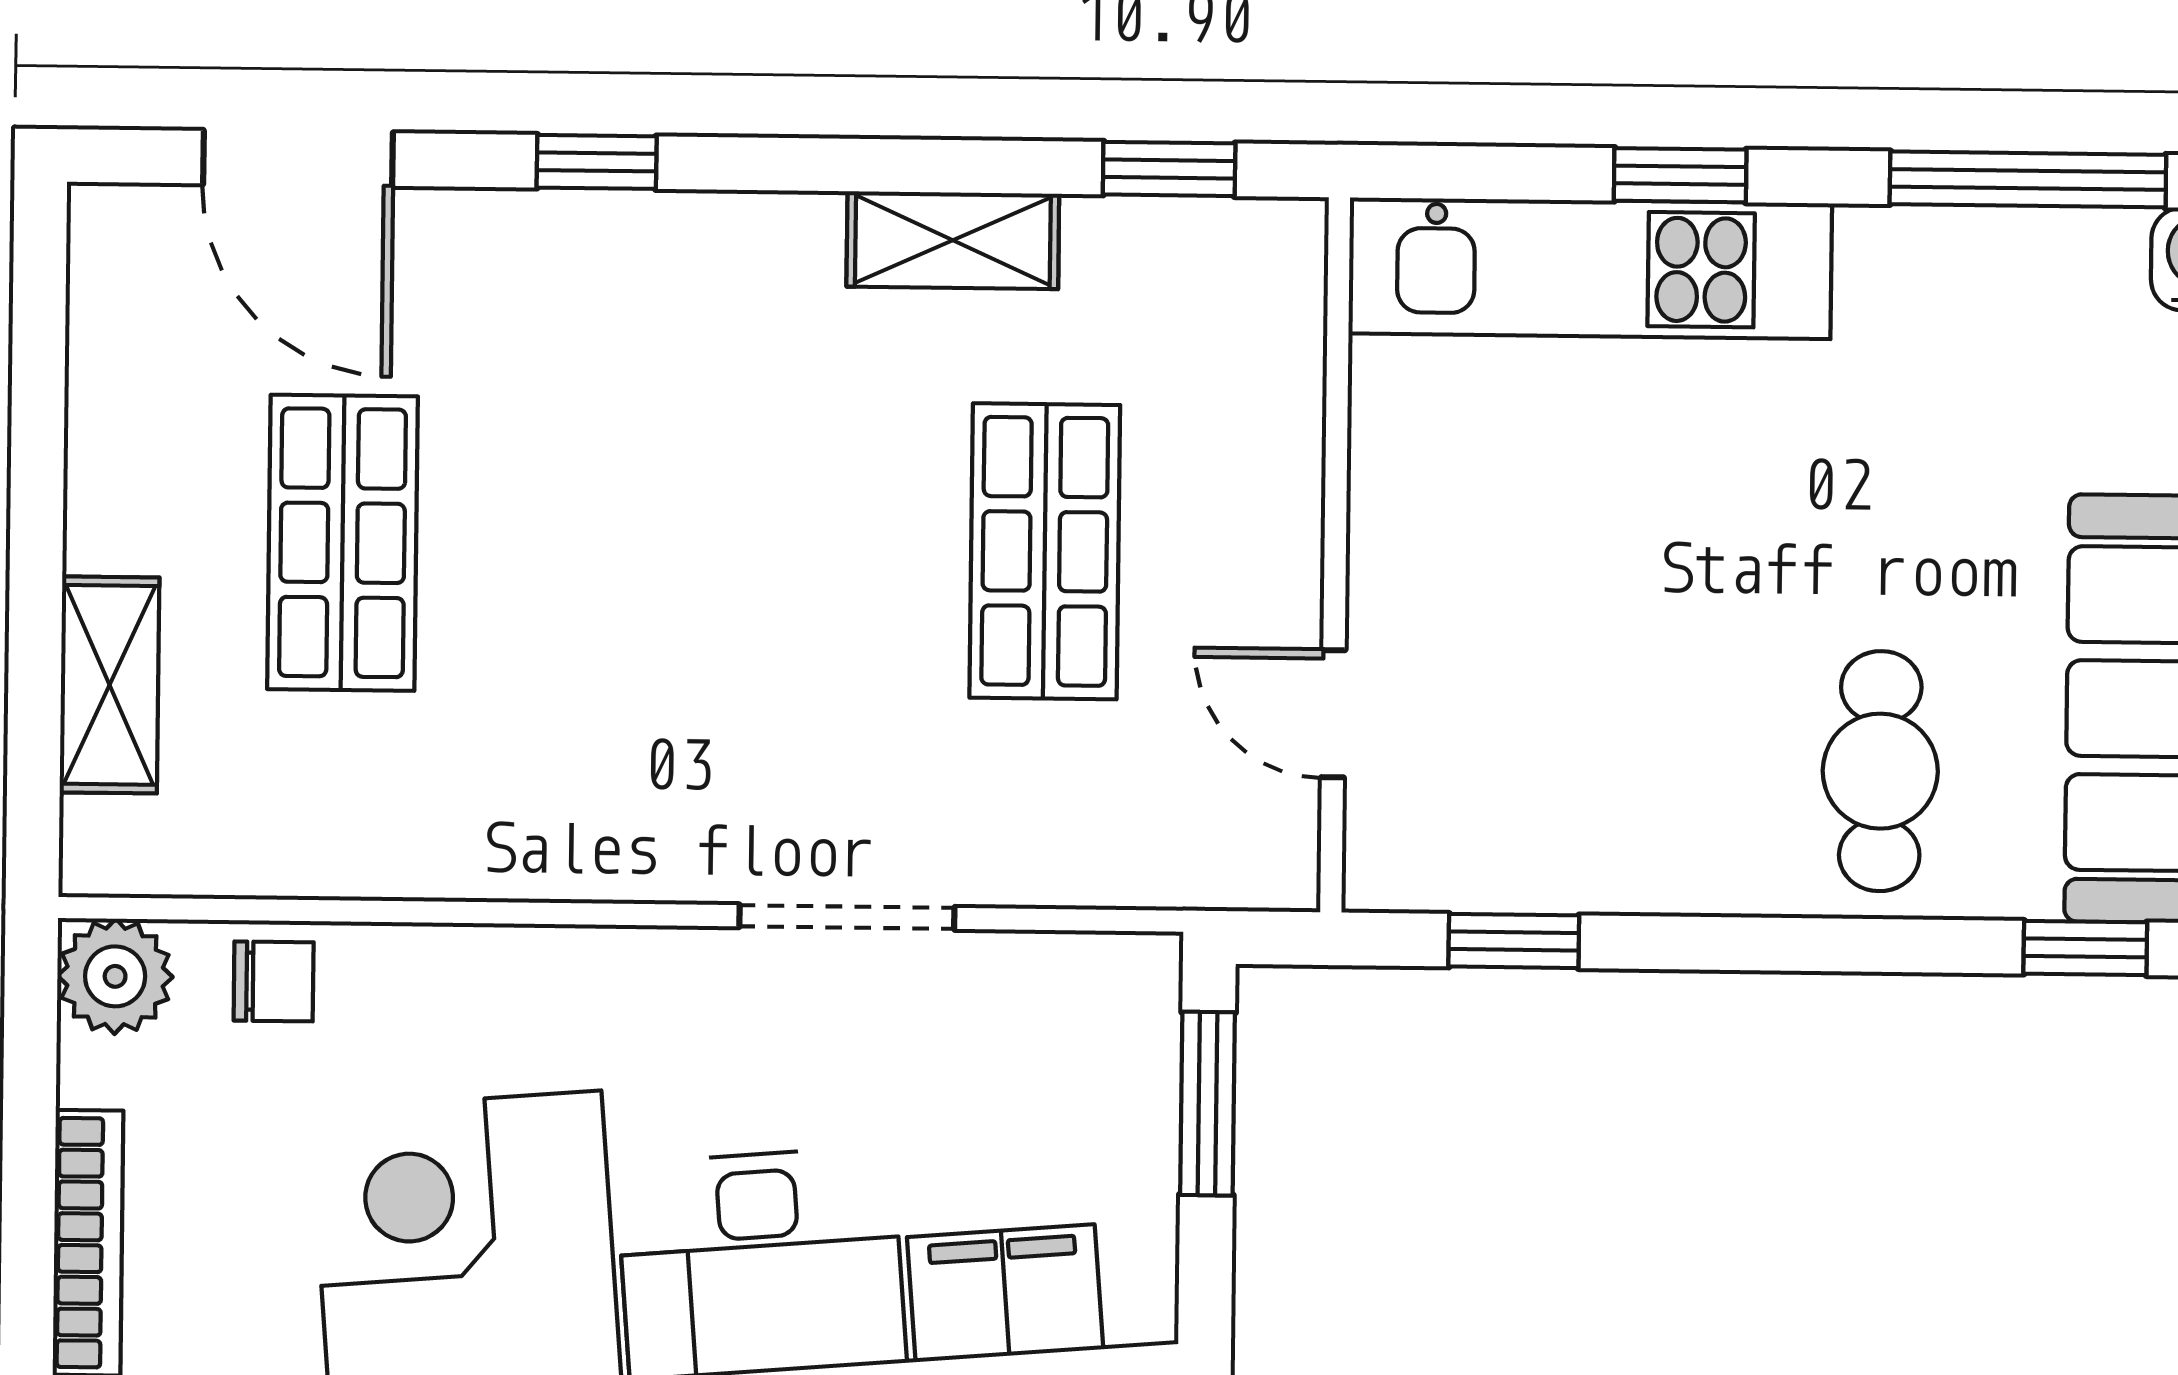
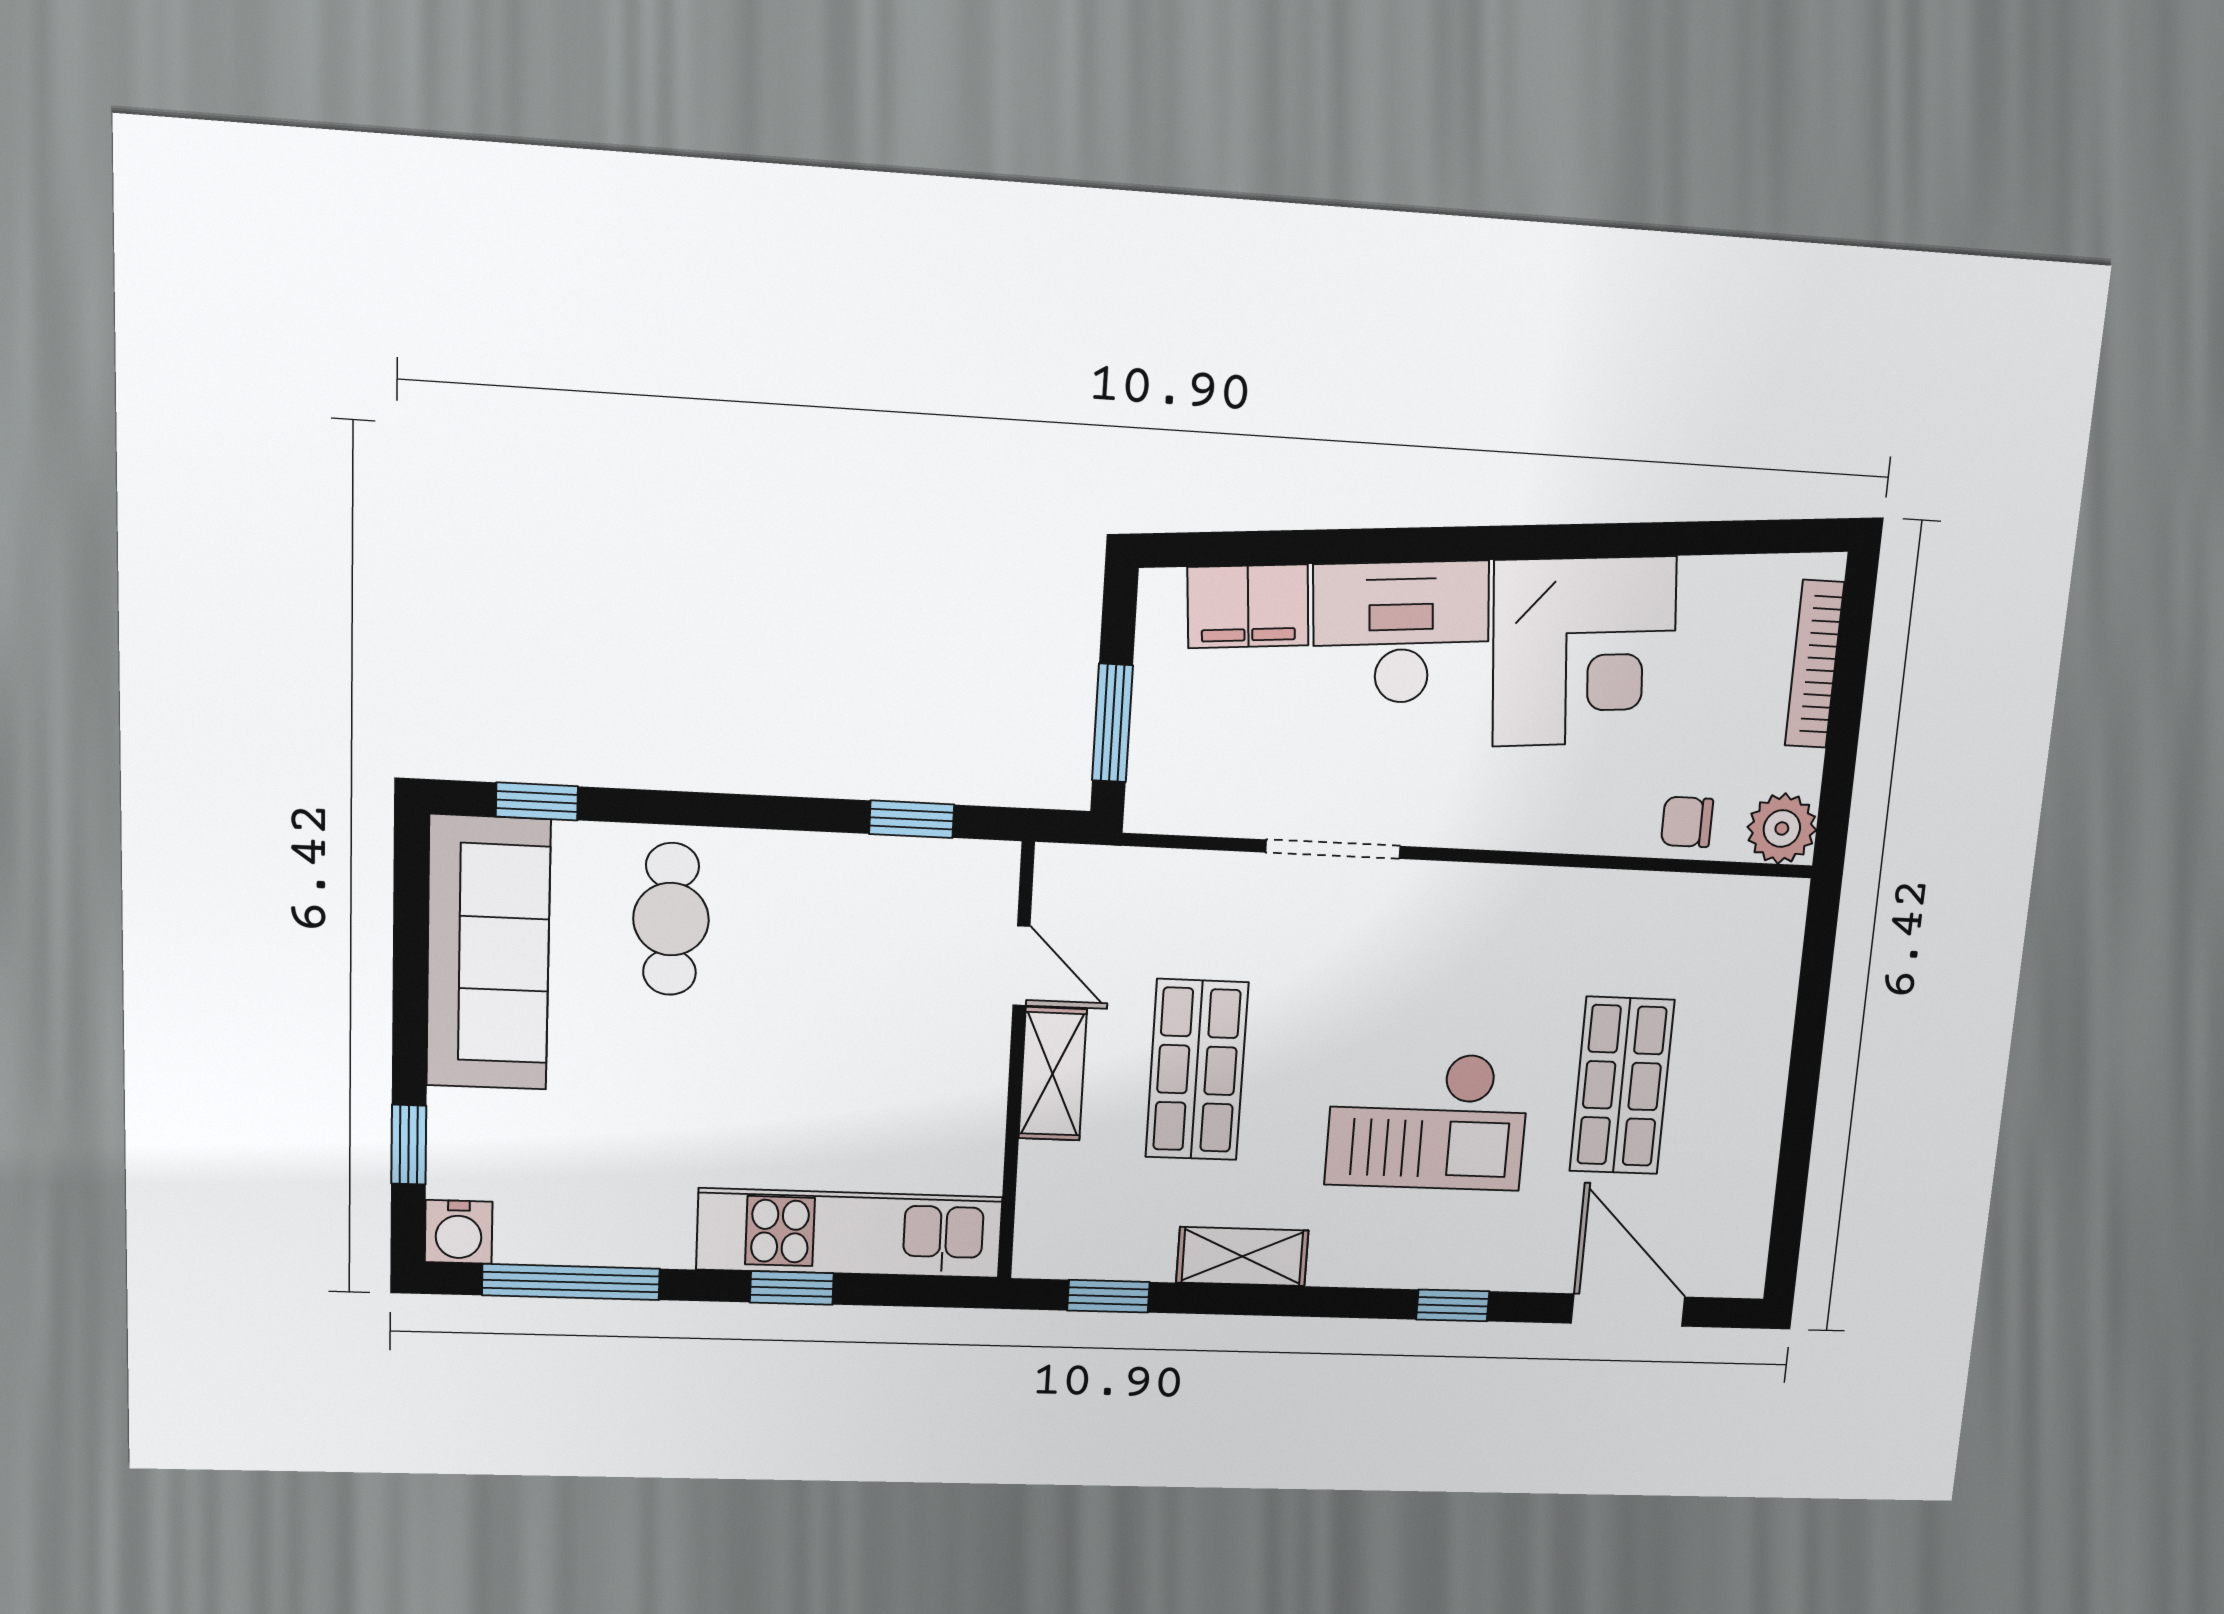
checkout: (662, 476) -> (1427, 1121), added
shelving: (109, 685) -> (1053, 1074), moved

